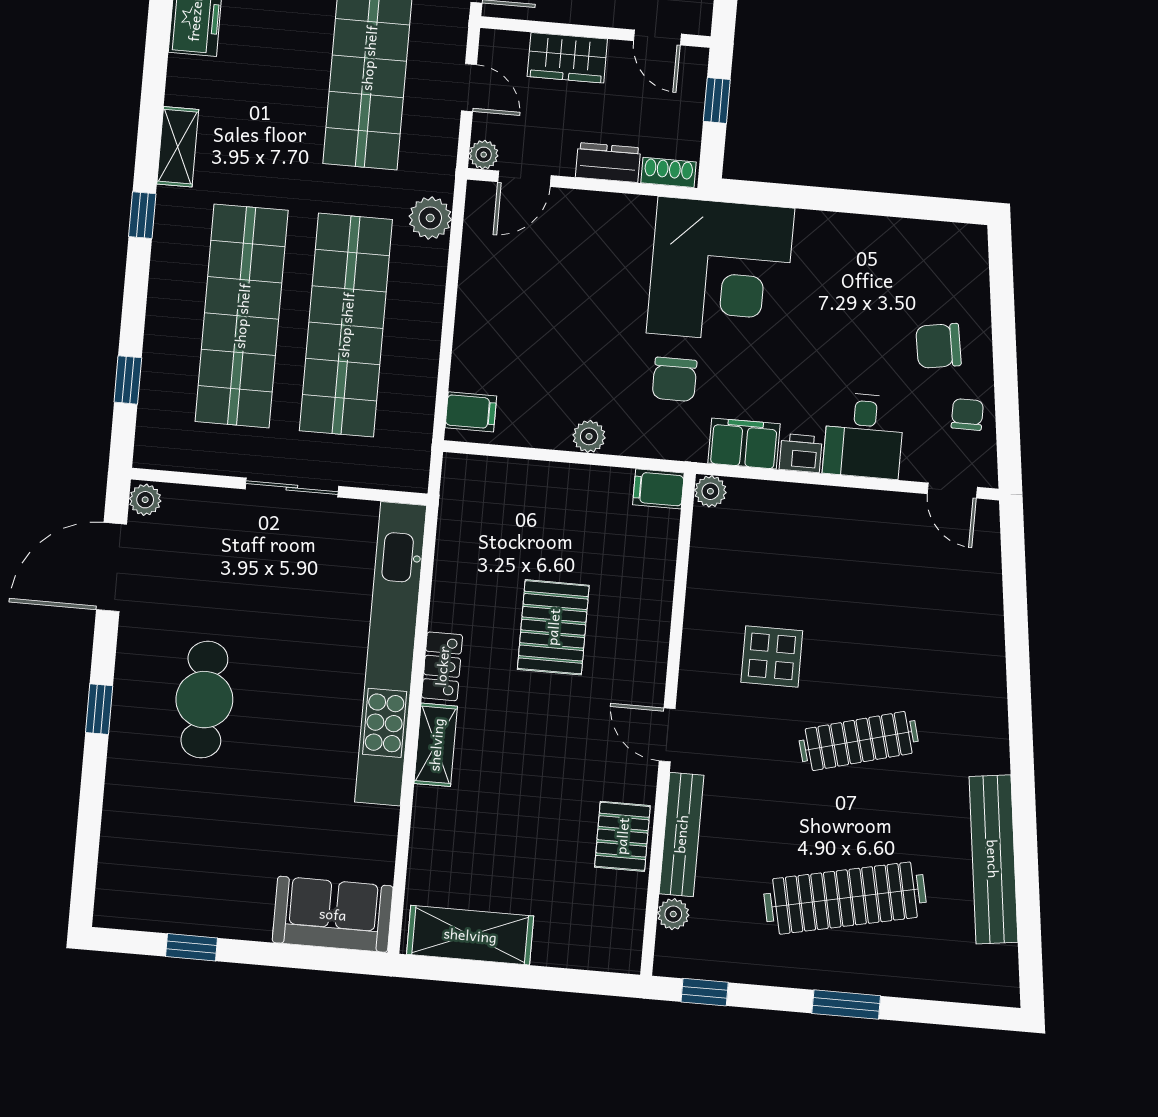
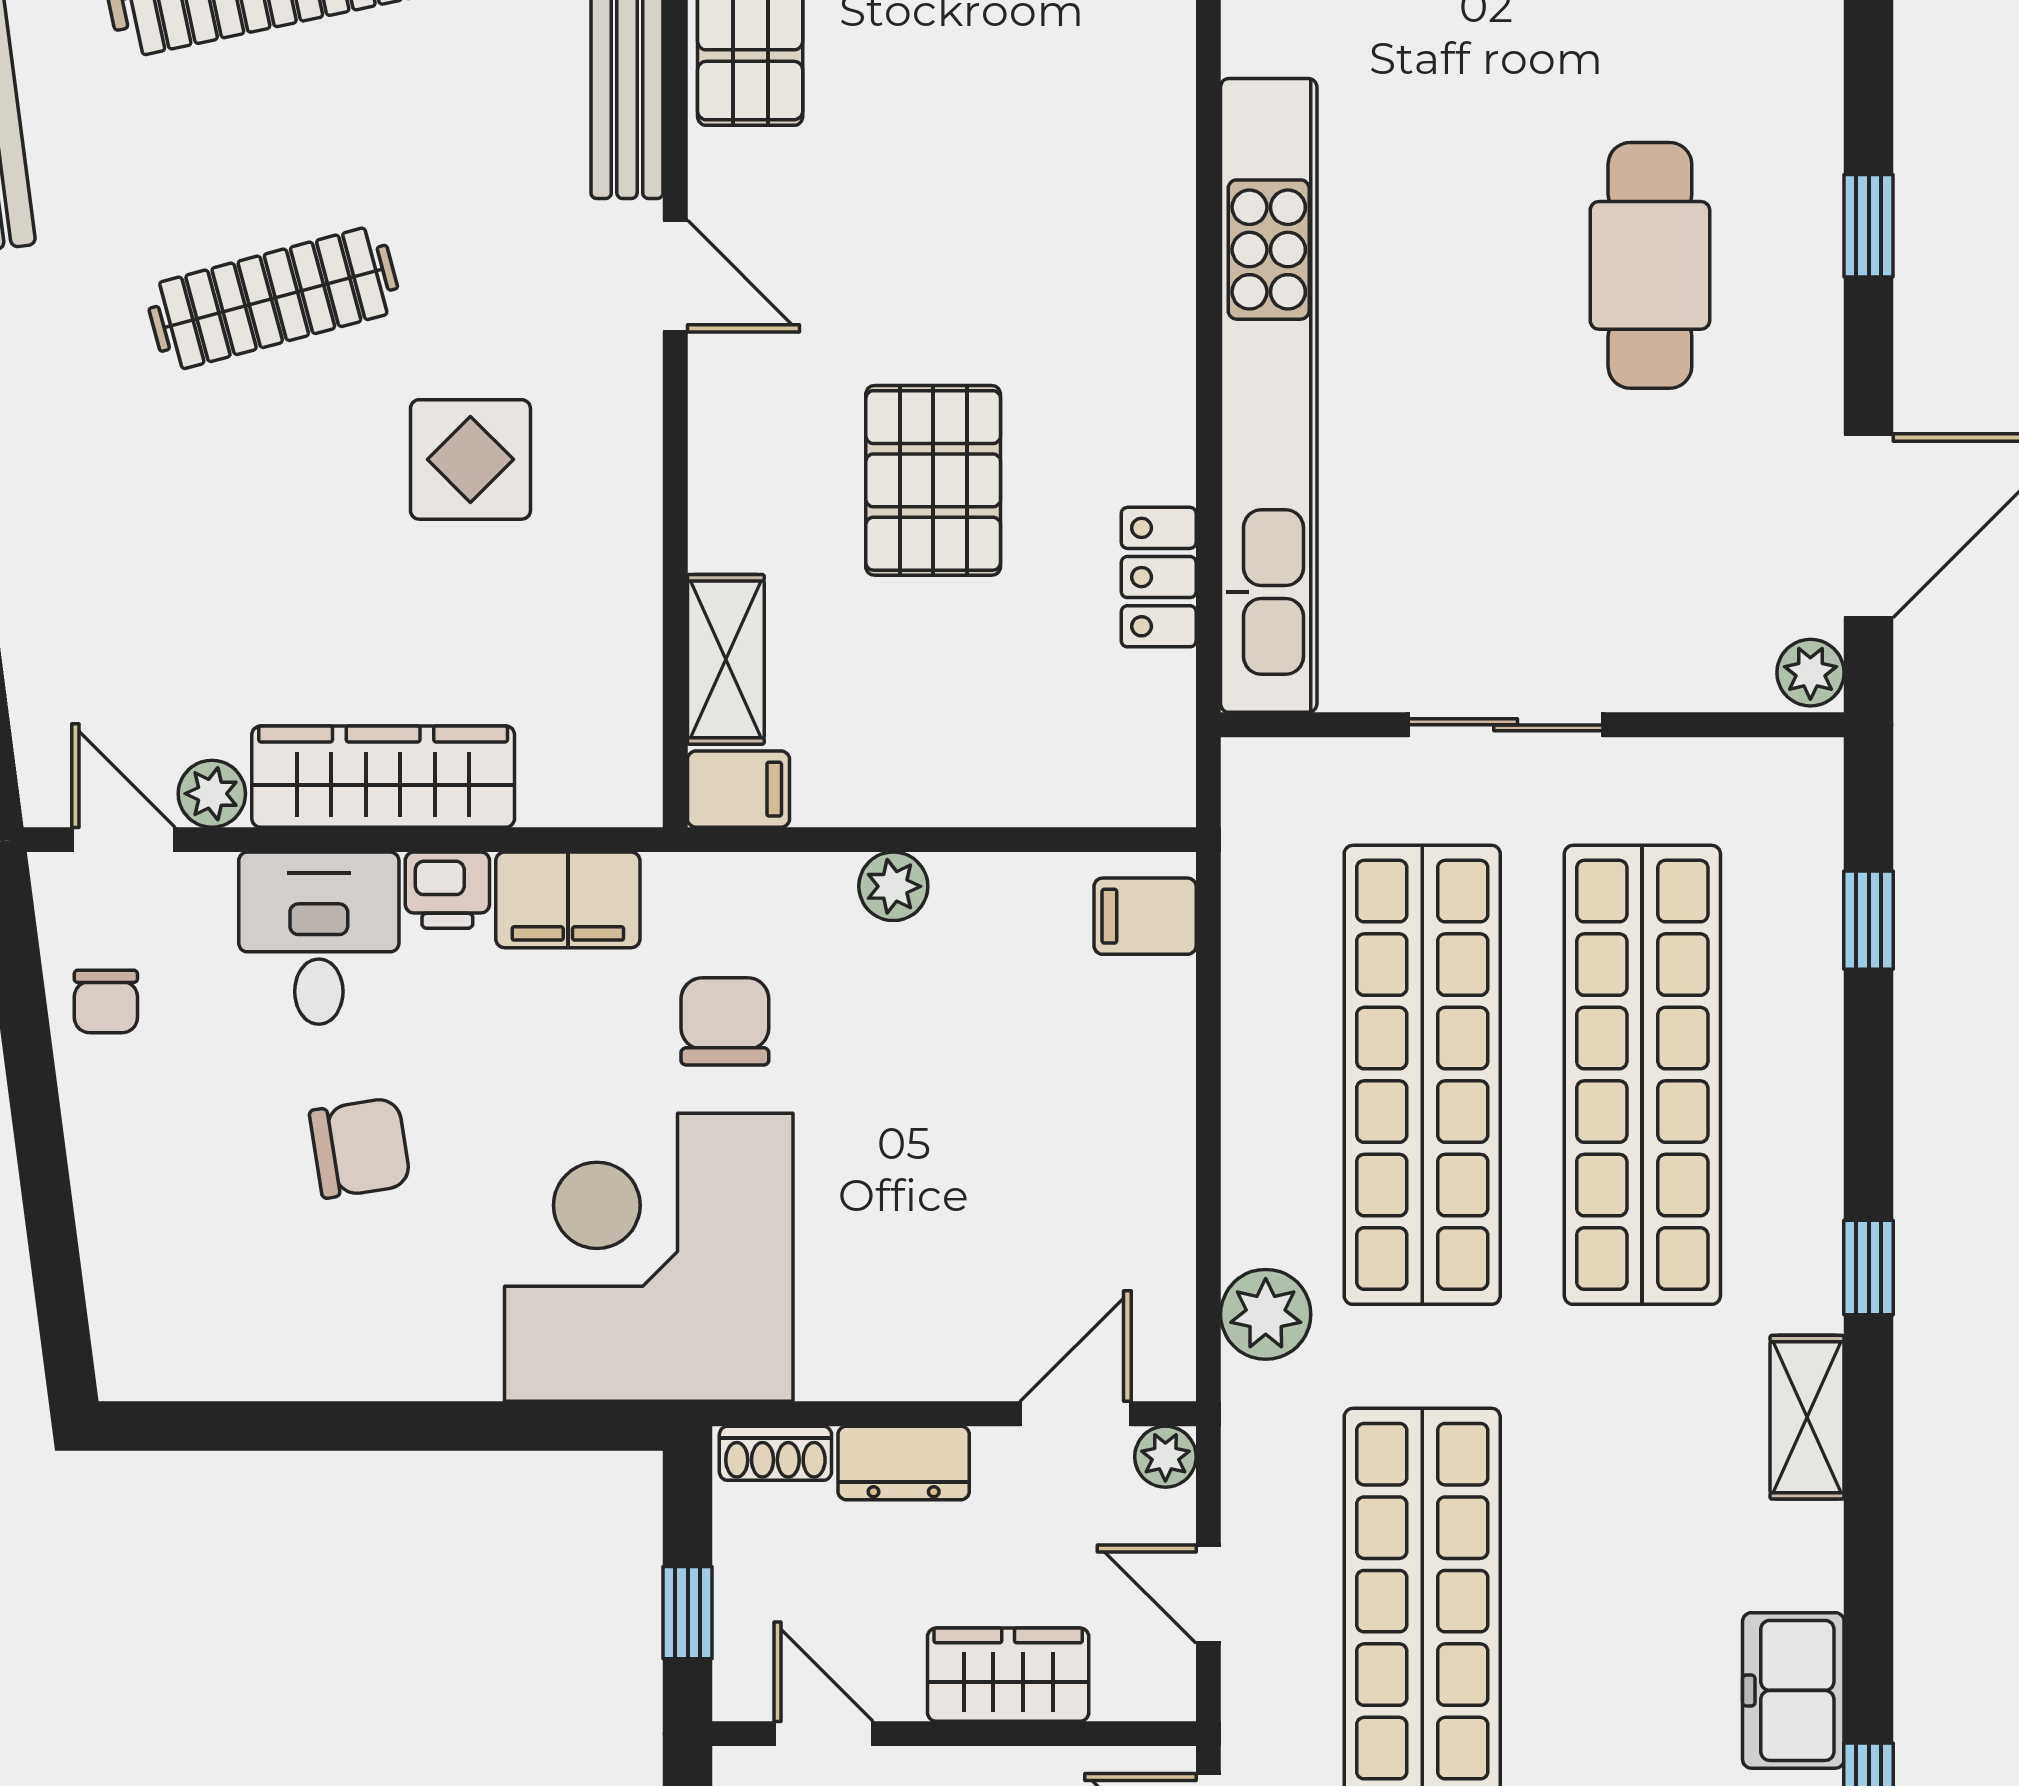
chair: (938, 346) -> (360, 1148), moved
plant: (710, 491) -> (212, 794), moved
wardrobe: (826, 510) -> (383, 777), added
locker: (442, 666) -> (1159, 577), moved
shelving: (436, 745) -> (726, 659), moved

